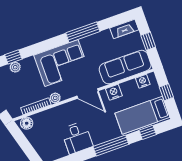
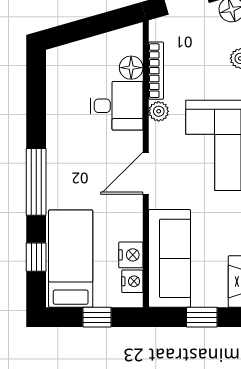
nightstand: (114, 92) -> (131, 255), moved
floor lamp: (27, 123) -> (131, 68), moved
desk: (77, 138) -> (116, 106), moved, turned 180

